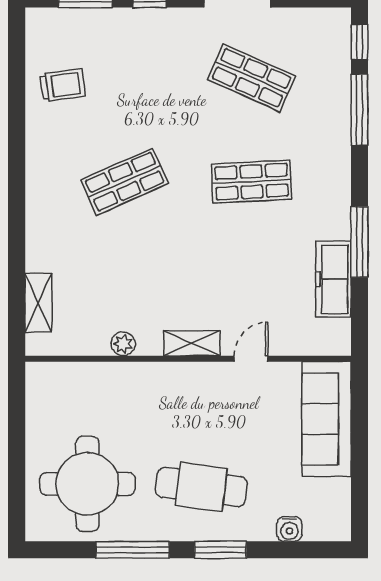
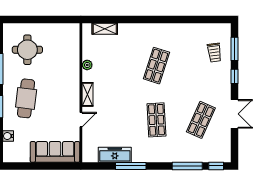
trolley: (63, 85) -> (214, 53), moved
shop shelf: (125, 182) -> (156, 66), turned 42
door: (251, 359) -> (81, 120), hinge flipped
round table: (87, 484) -> (27, 50), width x0.73, depth x0.73

